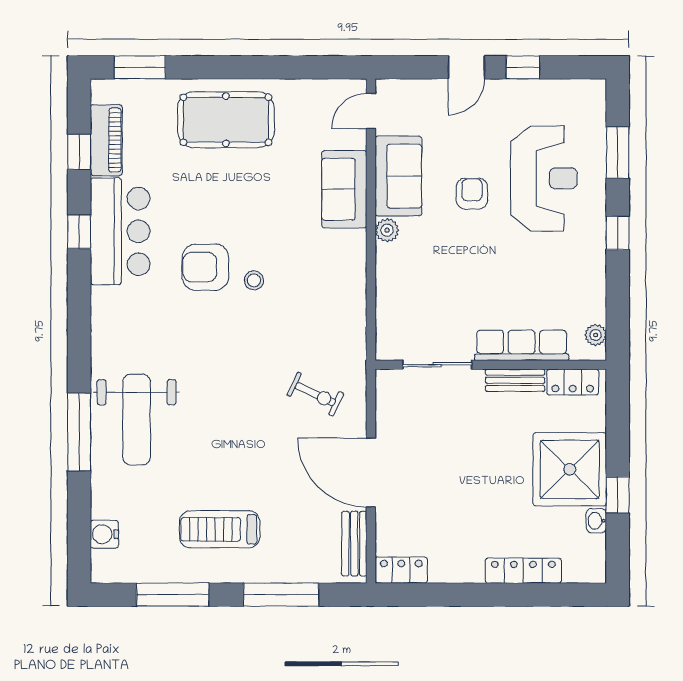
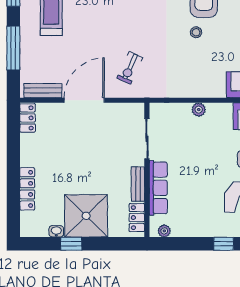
plant: (387, 230) -> (199, 110), moved

